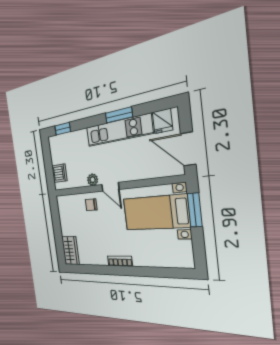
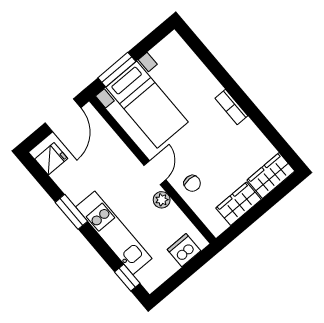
kitchen unit: (118, 130) -> (114, 233), moved
wardrobe: (66, 222) -> (239, 204), added

